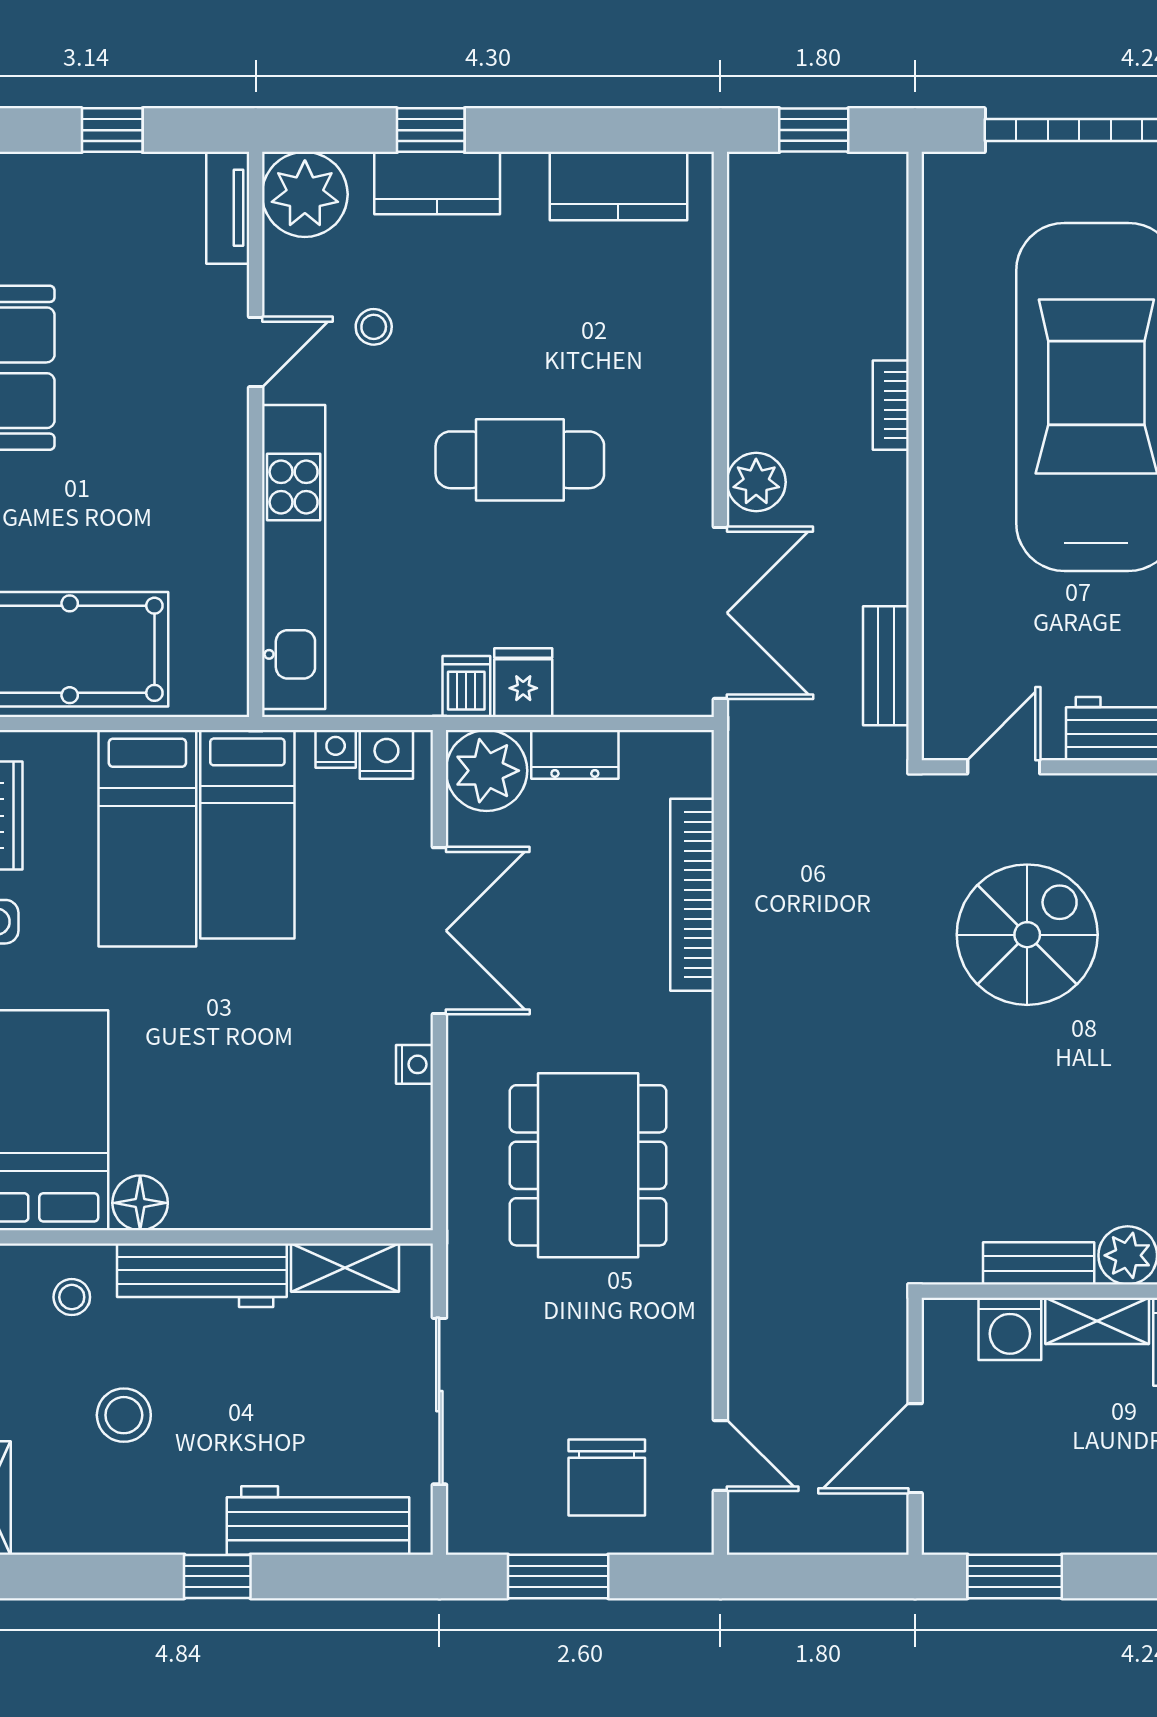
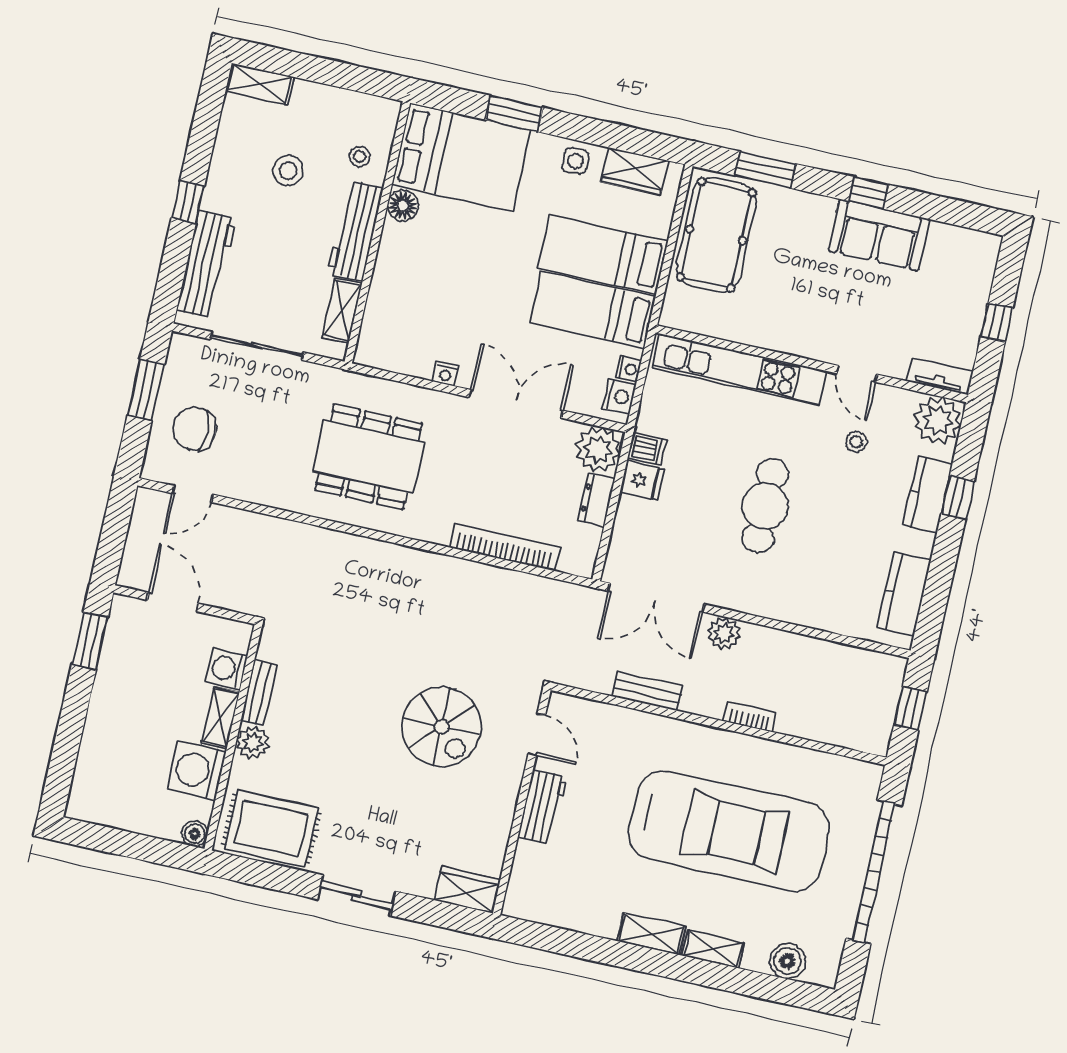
bench: (886, 666) -> (647, 691), moved
double door: (439, 931) -> (516, 404), swing flipped

